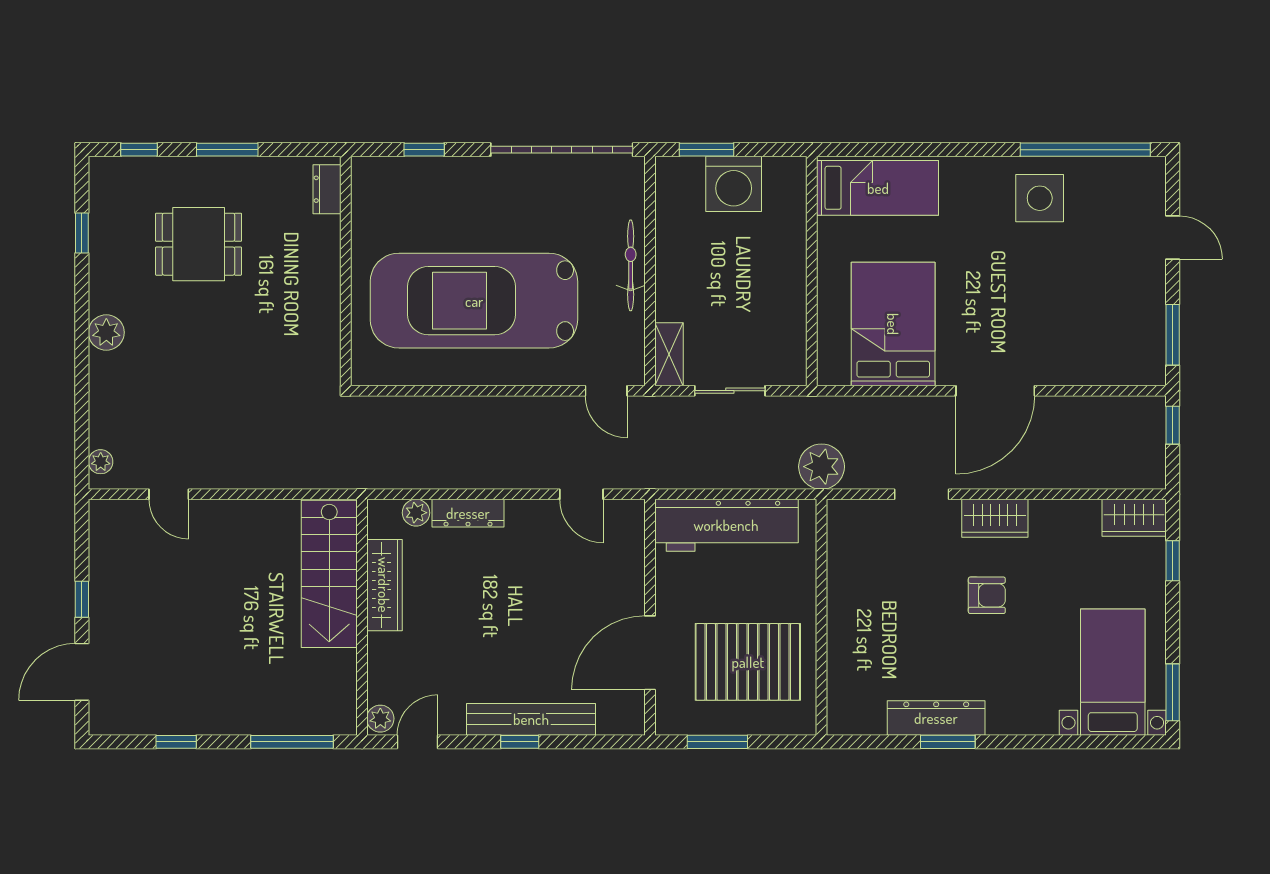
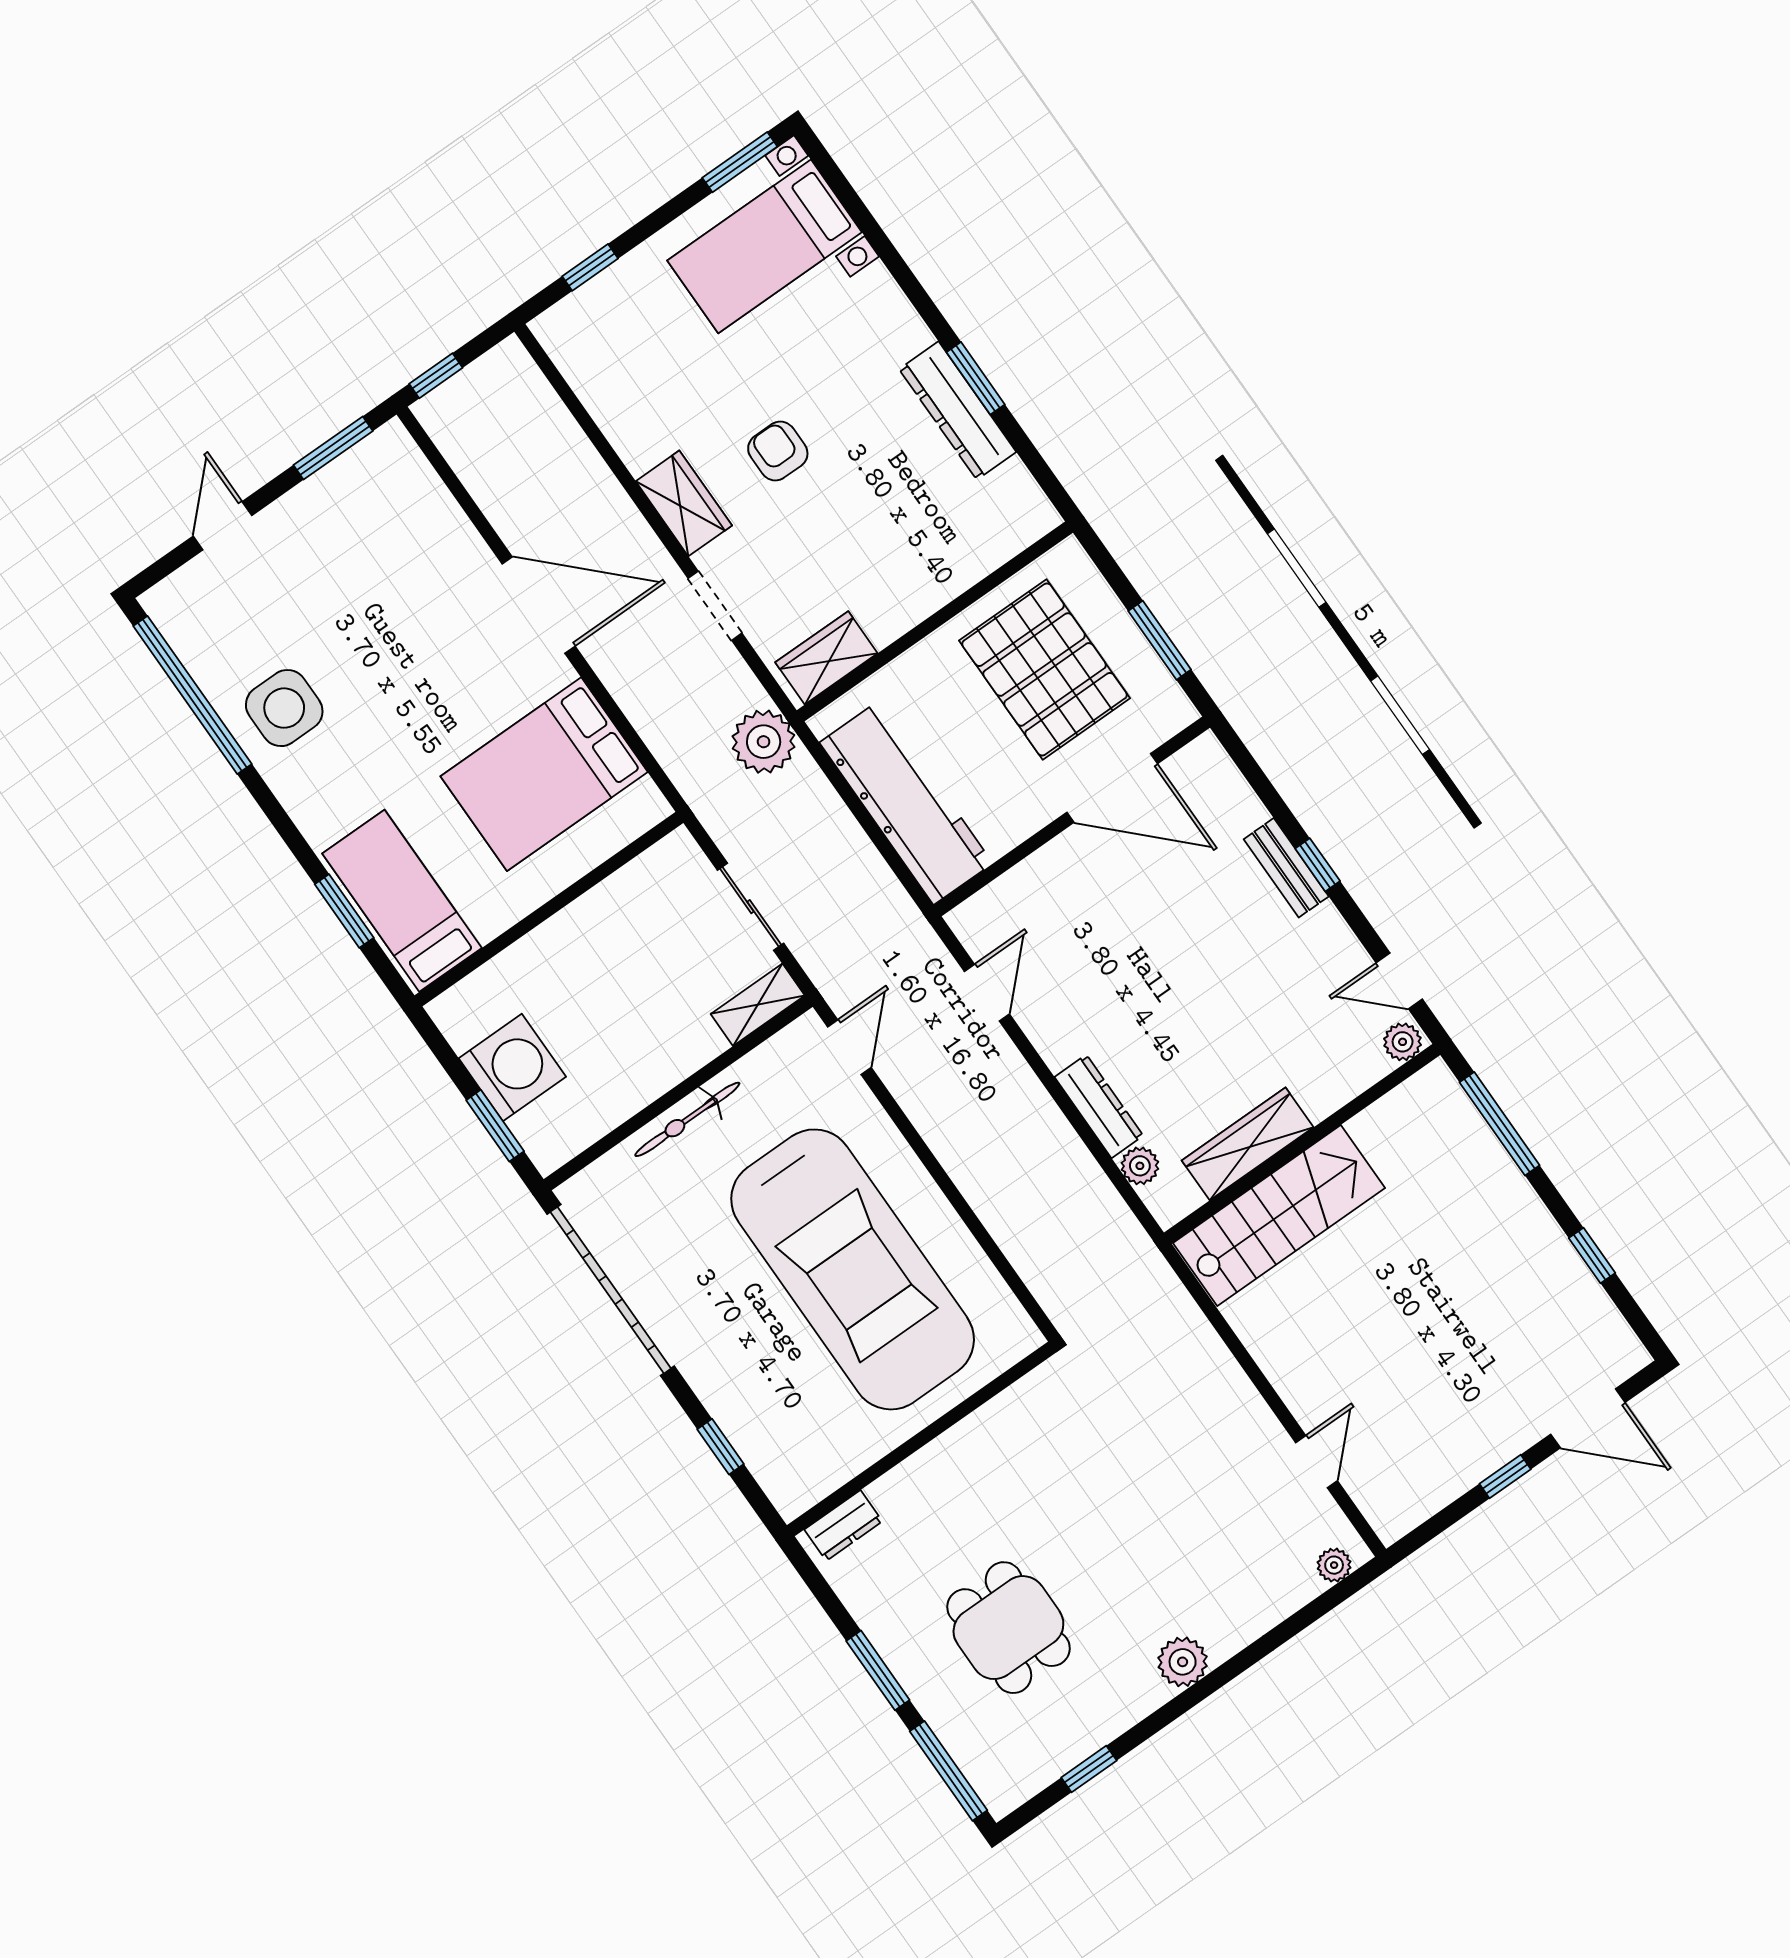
window: (139, 150) -> (948, 1771), width x2.17
window: (895, 150) -> (344, 911), added
wardrobe: (1134, 518) -> (826, 658), moved, turned -90
bench: (531, 719) -> (1286, 868), width x0.54, depth x0.82

